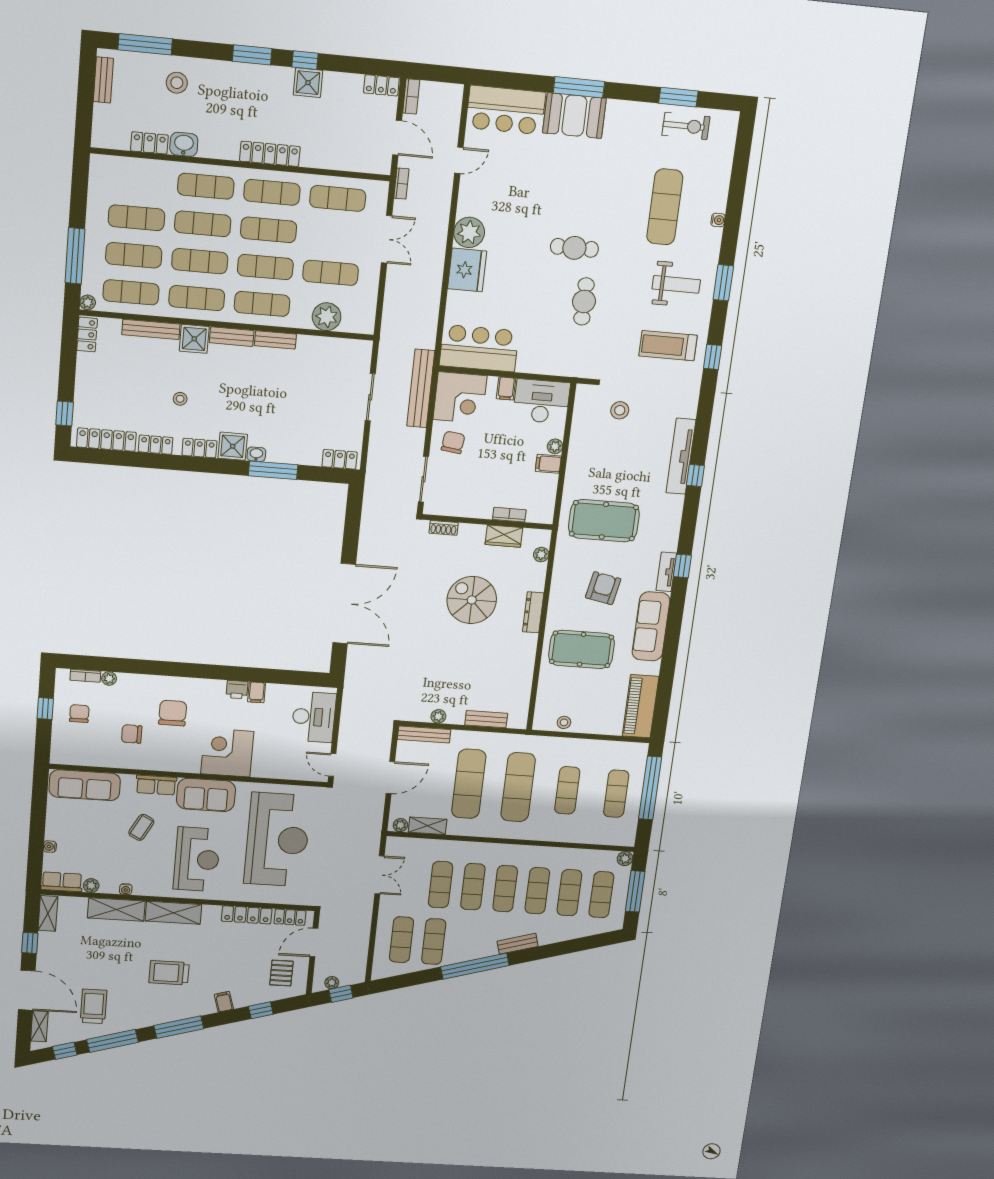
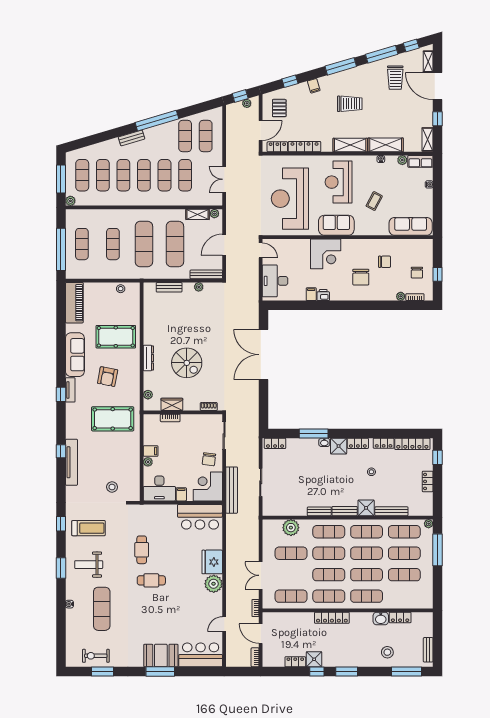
locker: (381, 85) -> (295, 662), moved
locker: (87, 335) -> (428, 481), moved
row of seats: (156, 785) -> (367, 230), removed

